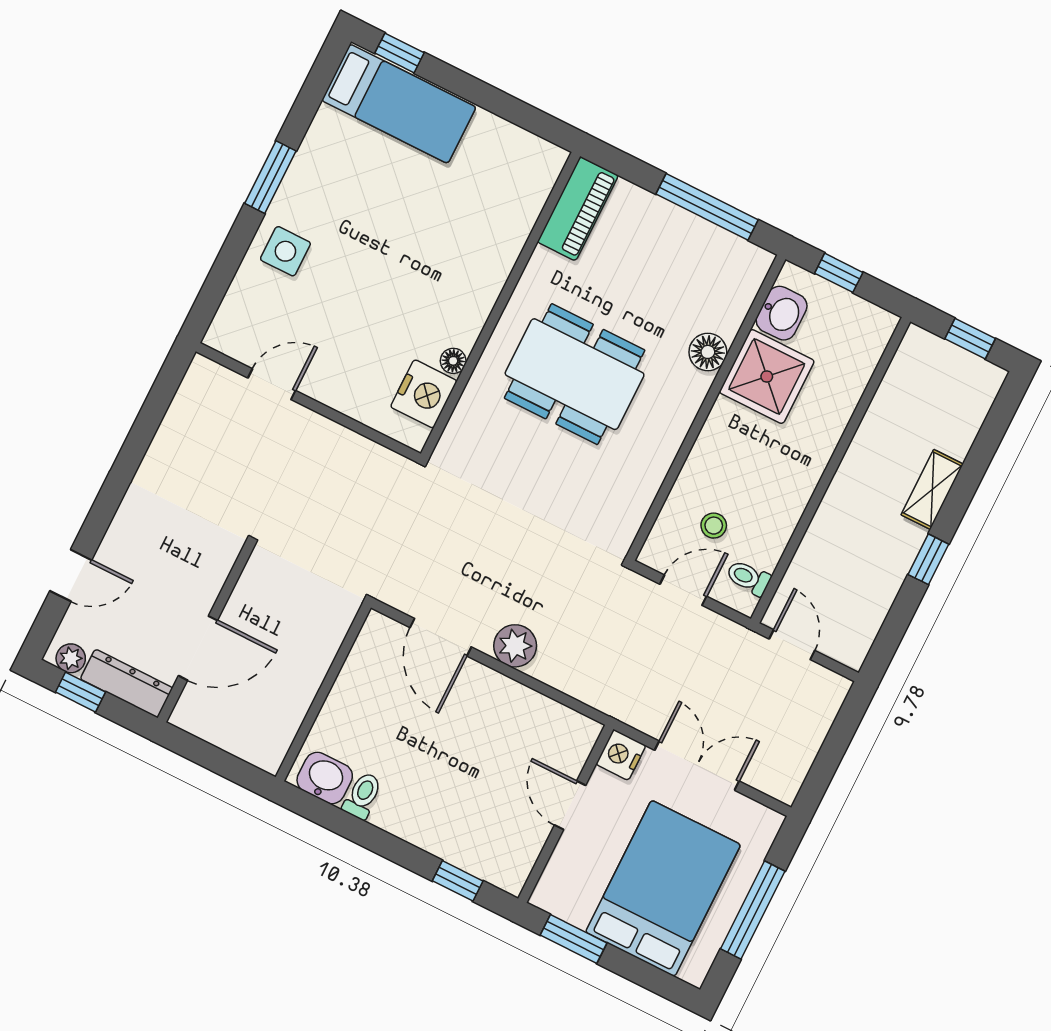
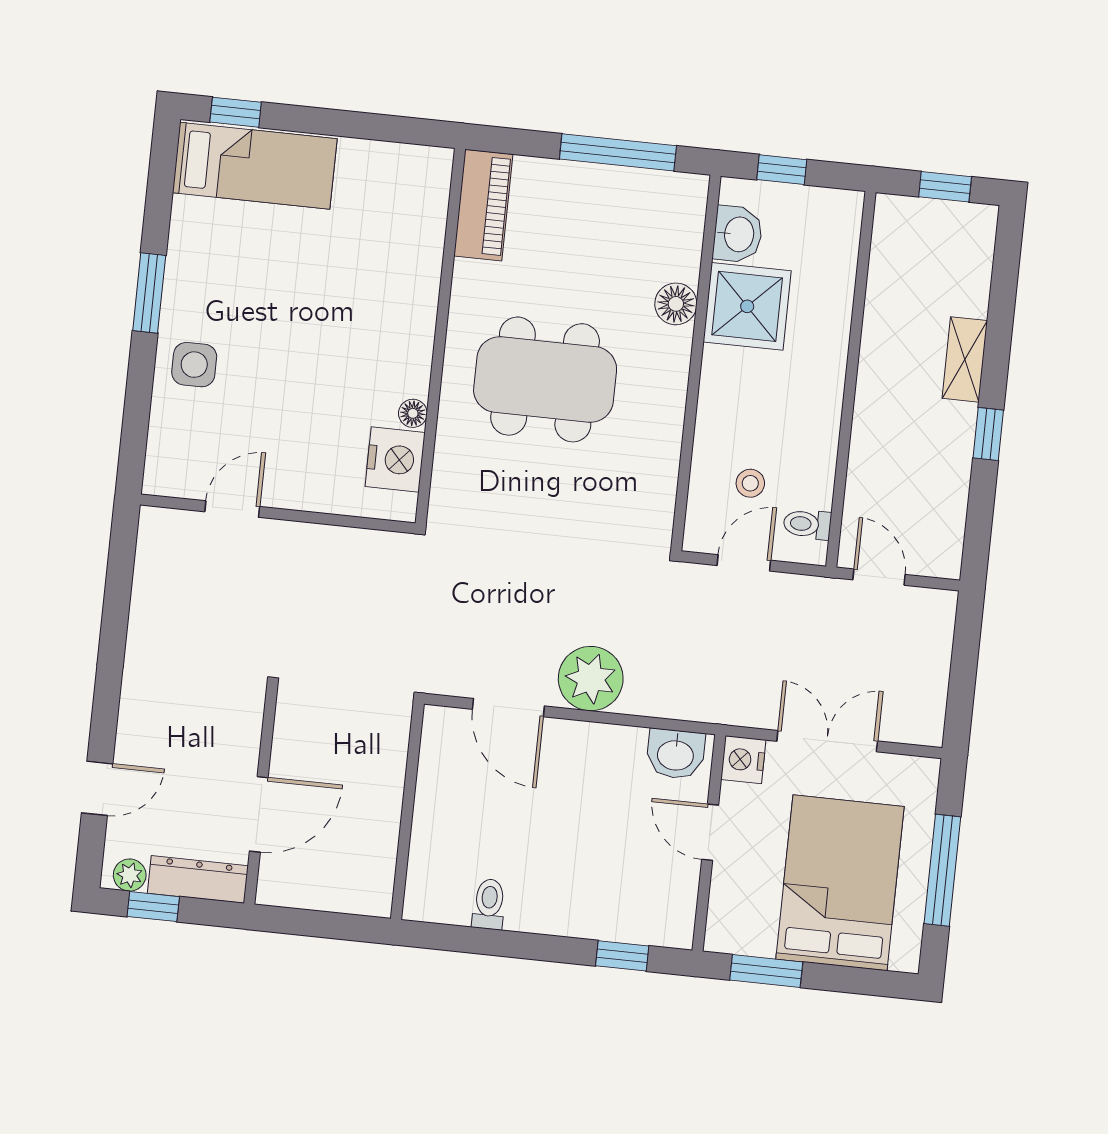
plant: (515, 646) -> (591, 679), width x1.36, depth x1.36
washbasin: (325, 778) -> (676, 754), moved, turned 180

